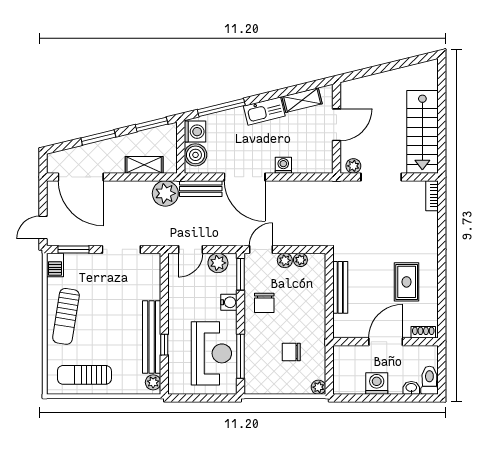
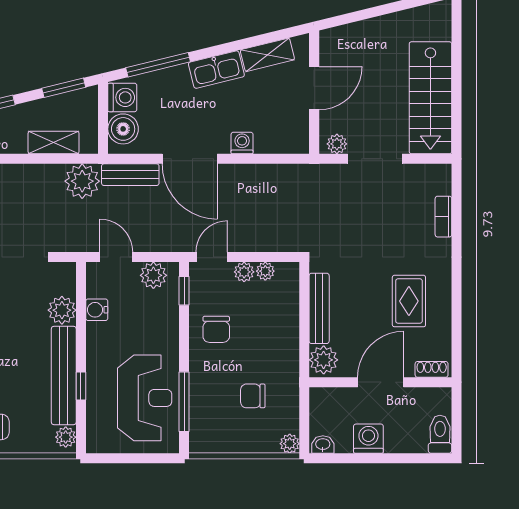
bookcase: (432, 196) -> (443, 217), moved
door: (191, 249) -> (116, 257), swing flipped
window: (240, 274) -> (184, 291), width x0.67
plant: (150, 289) -> (62, 310), added
water cooler: (229, 302) -> (97, 310), moved, turned 180
plant: (343, 325) -> (324, 360), added
washbasin: (411, 388) -> (323, 445), moved

